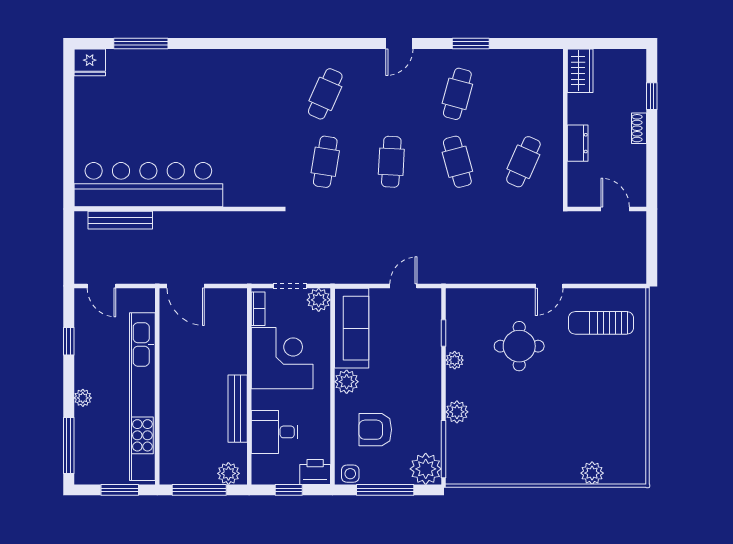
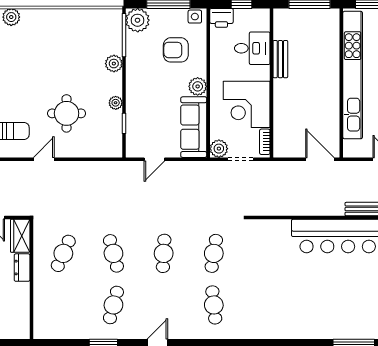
wardrobe: (580, 71) -> (20, 236), moved
cafe table: (325, 94) -> (214, 305), turned -30
bench: (238, 409) -> (280, 59), width x0.73
armchair: (375, 430) -> (176, 50), turned 180
plant: (228, 473) -> (287, 17), removed

